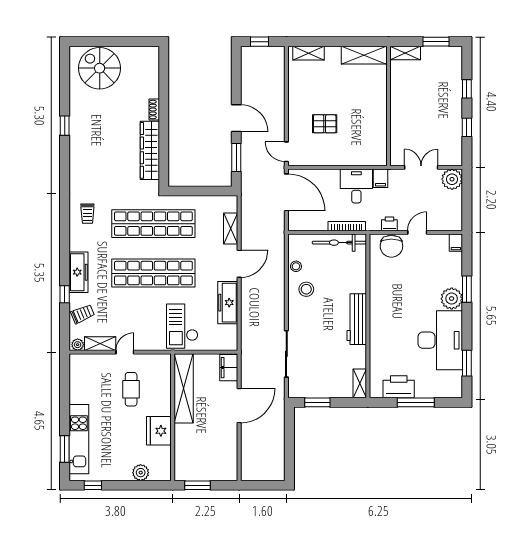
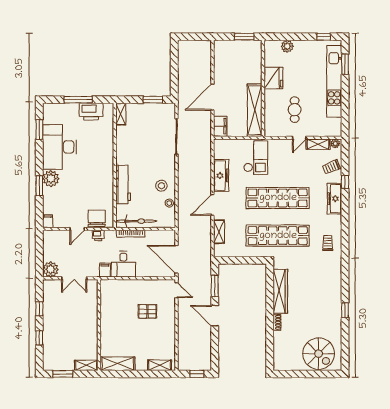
workbench: (357, 319) -> (123, 184), moved
kitchen unit: (79, 439) -> (334, 81), width x1.36

